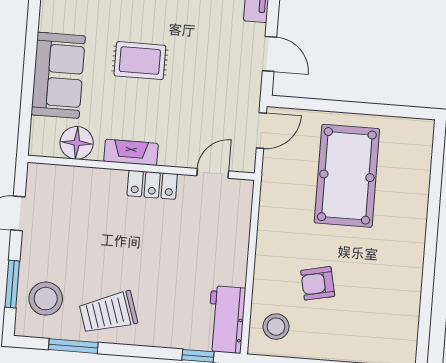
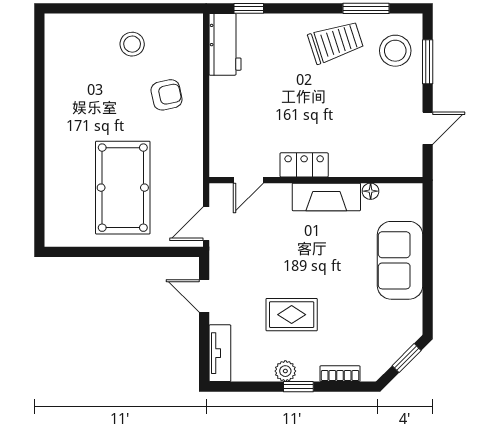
rug: (140, 61) -> (292, 315), moved
floor lamp: (77, 143) -> (371, 191), width x0.53, depth x0.53
fireplace: (131, 152) -> (326, 197), width x1.37, depth x1.32
armchair: (318, 283) -> (167, 95), moved
stool: (276, 327) -> (132, 44), moved

